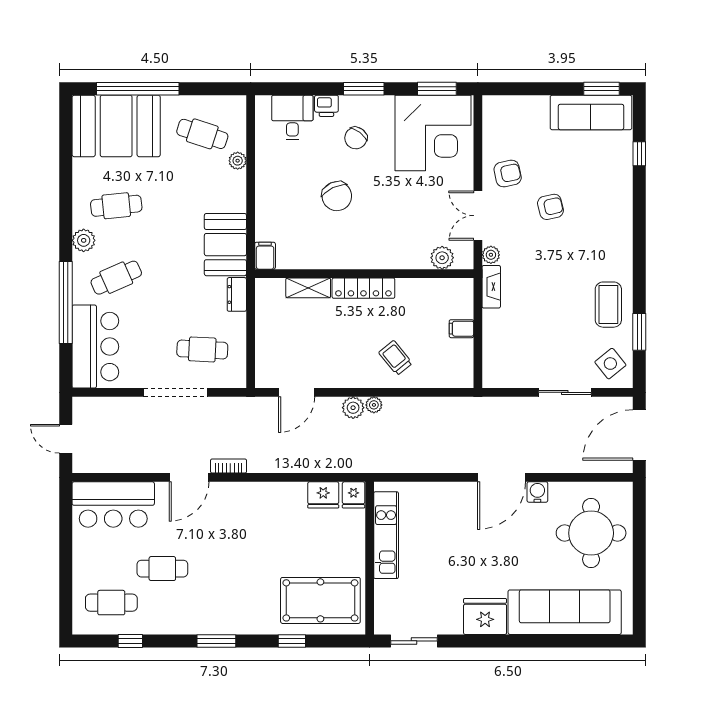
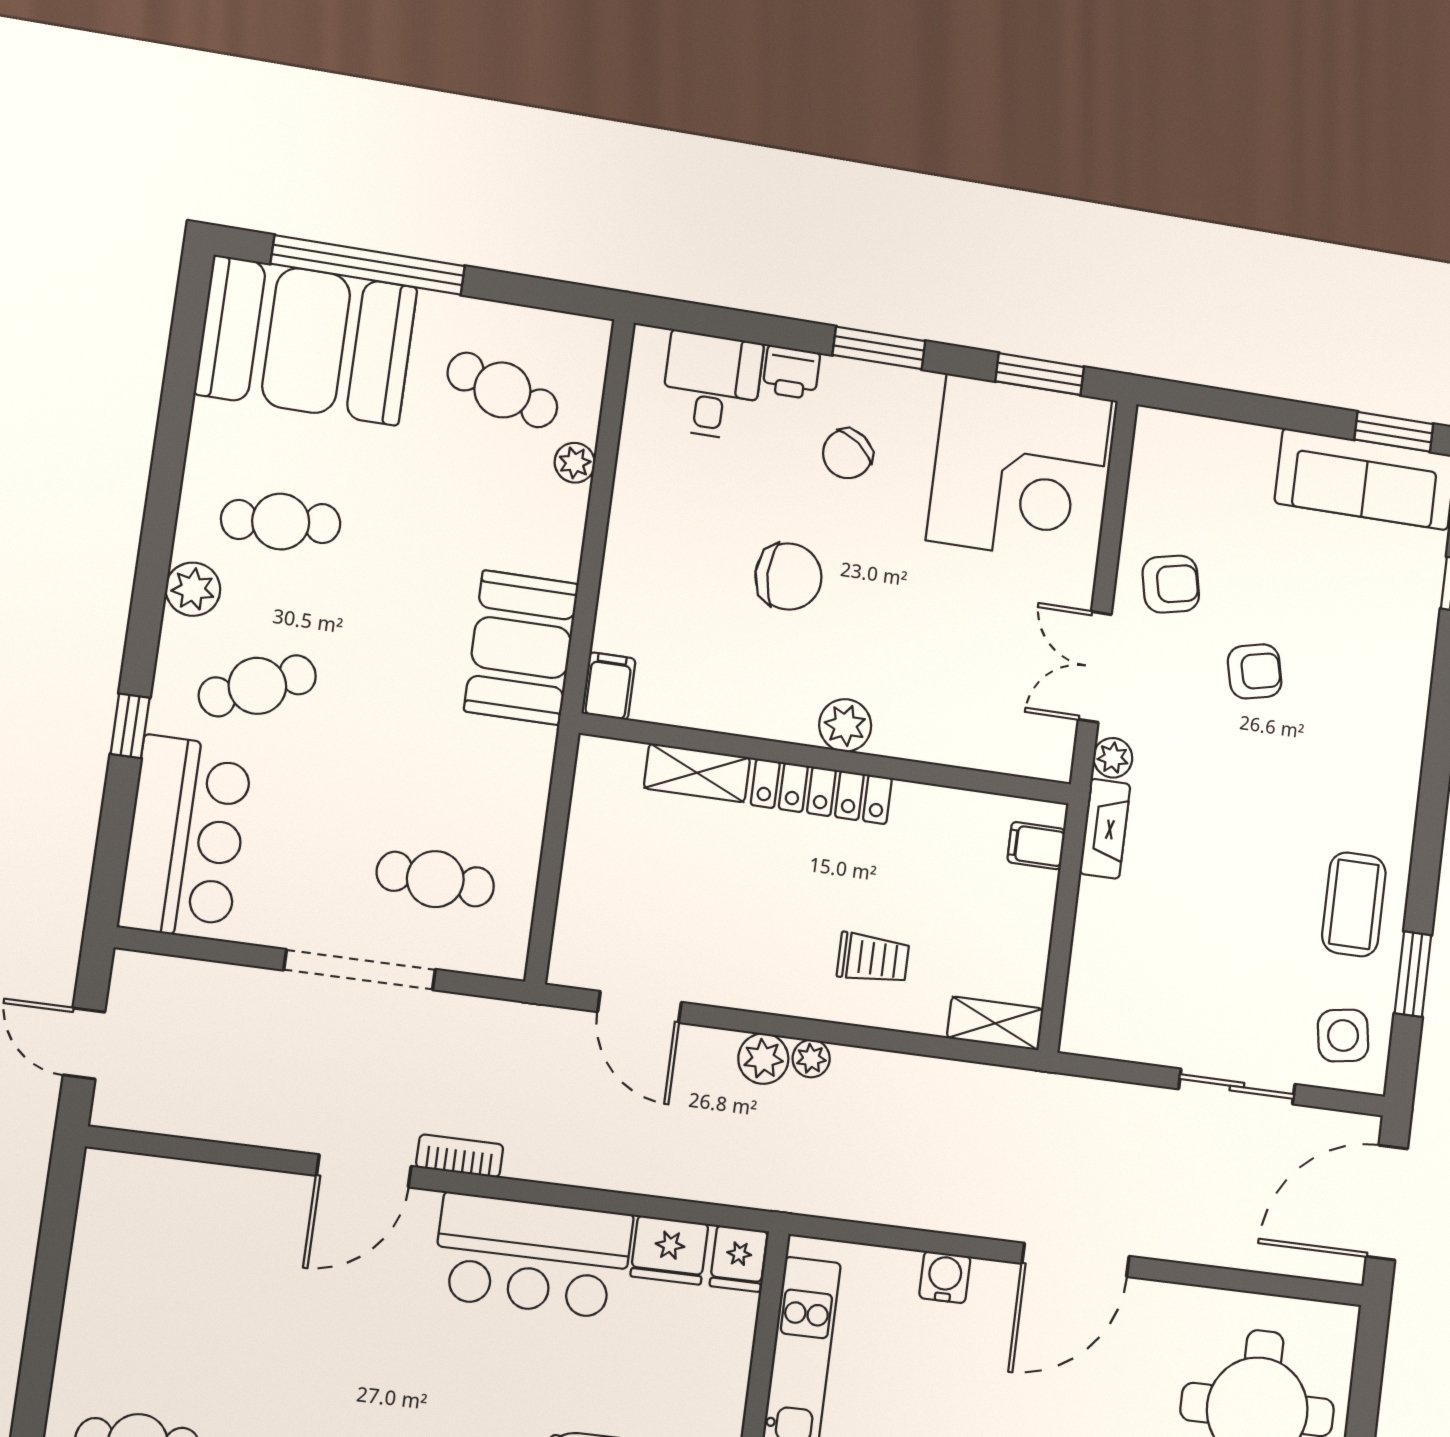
chair: (337, 196) -> (788, 576), turned -65
plant: (442, 258) -> (845, 725), moved
dresser: (237, 294) -> (532, 764), removed
window: (66, 302) -> (130, 726), width x0.32
filing cabinet: (461, 329) -> (1036, 846), moved
trolley: (395, 358) -> (873, 958), turned 129
side table: (610, 364) -> (1343, 1036), turned 30
shelving: (453, 379) -> (995, 1023), added
door: (297, 392) -> (639, 1007), hinge flipped
water cooler: (537, 492) -> (945, 1277), moved
bar counter: (113, 504) -> (533, 1256), moved
cafe table: (162, 569) -> (271, 1377), removed

